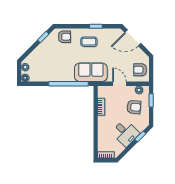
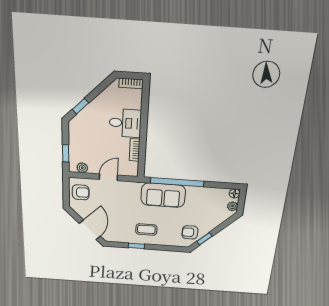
armchair: (64, 37) -> (190, 232), moved
door: (133, 38) -> (90, 230), hinge flipped
sofa: (91, 72) -> (163, 195), moved
door: (119, 84) -> (108, 177), swing flipped
armchair: (134, 107) -> (90, 147), removed
desk: (125, 133) -> (125, 123), moved, turned 135

